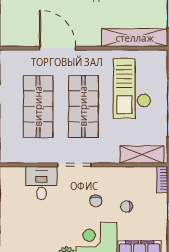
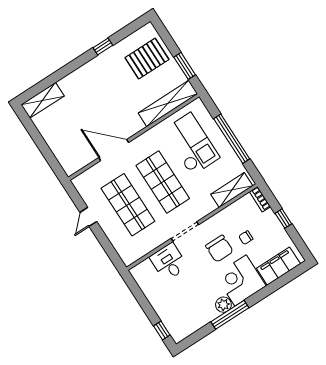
checkout: (132, 88) -> (191, 144), turned 180
chair: (96, 201) -> (219, 249), width x1.87, depth x1.87

